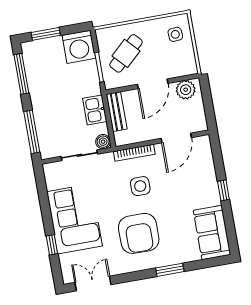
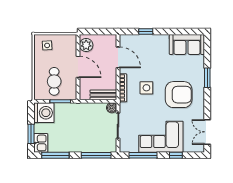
cafe table: (126, 53) -> (54, 81), turned 43
kitchen sink: (95, 110) -> (41, 143), moved, turned -90
bench: (117, 112) -> (103, 95), moved
window: (223, 190) -> (146, 31), moved
window: (44, 198) -> (143, 155), added

